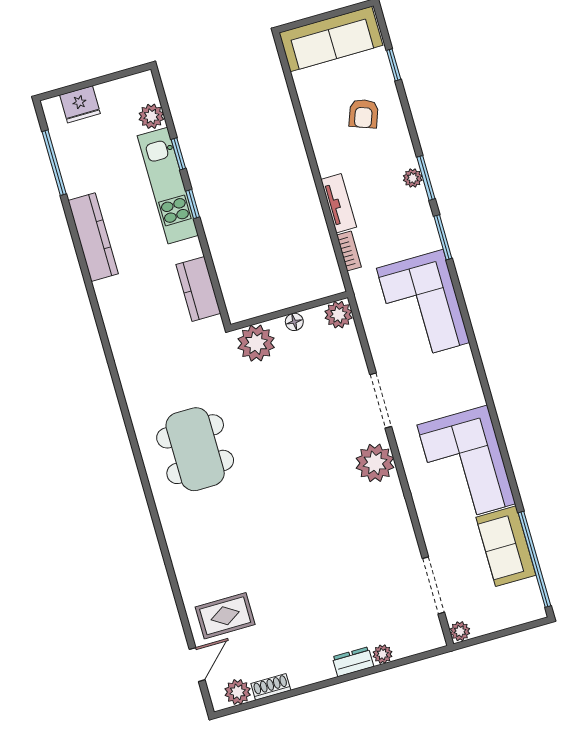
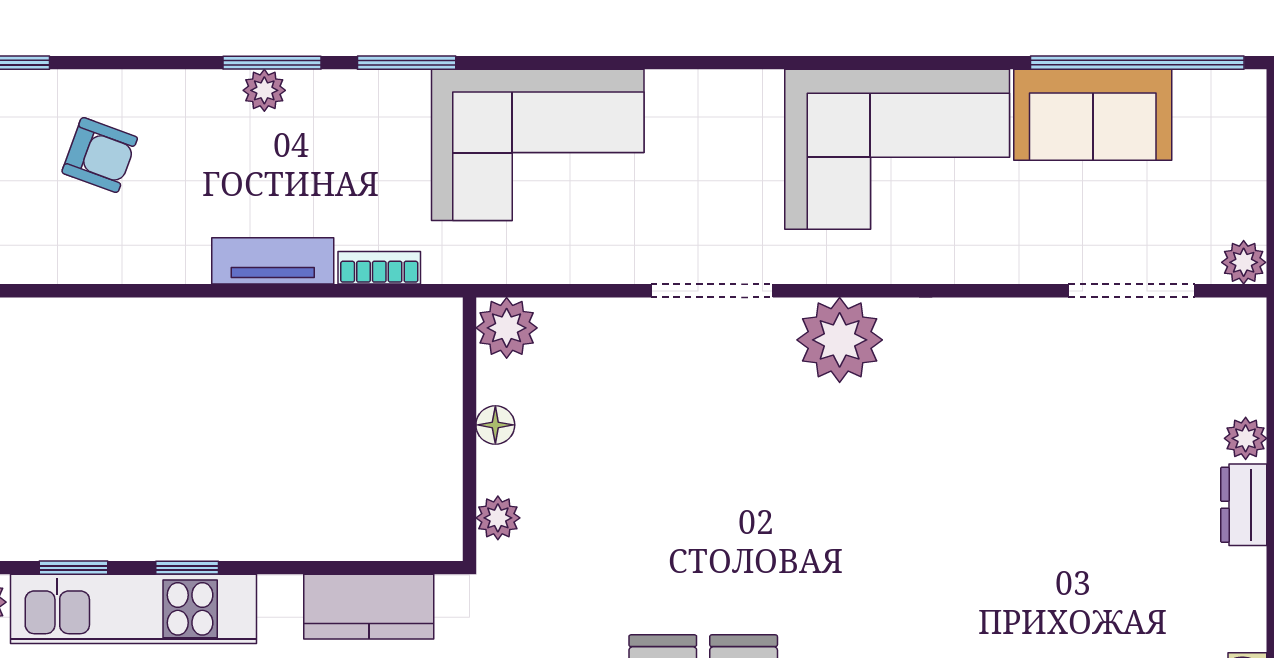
plant: (256, 343) -> (498, 518), width x0.53, depth x0.53

